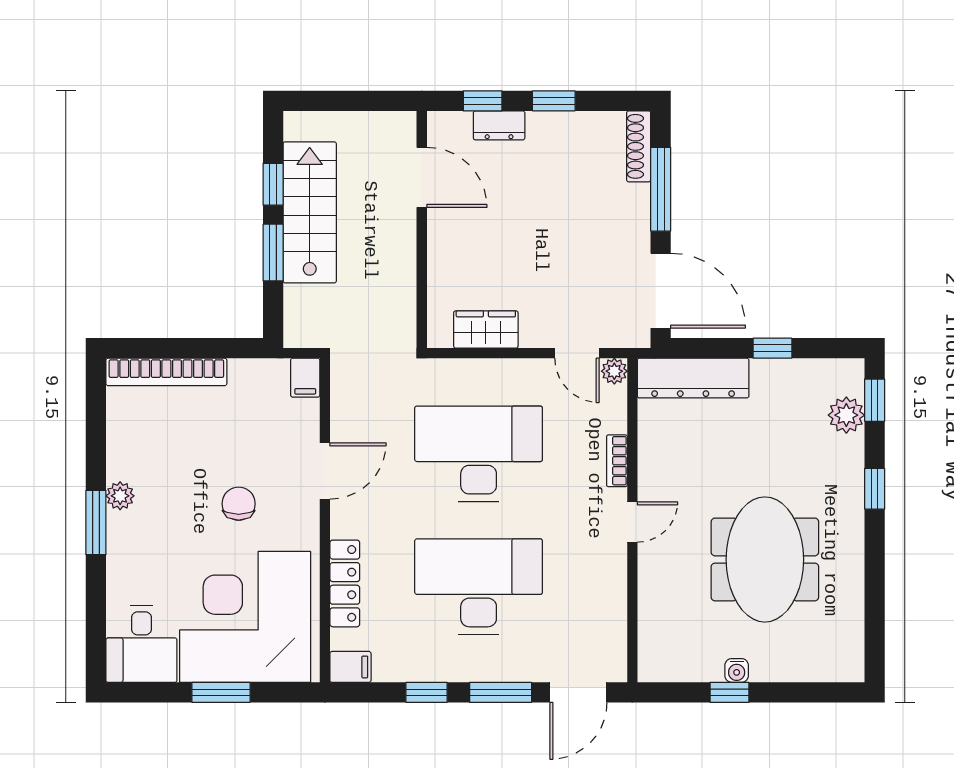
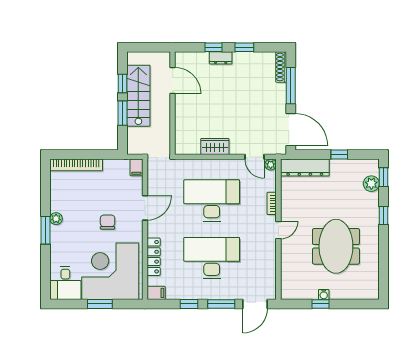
door: (422, 177) -> (173, 80), moved
wall: (422, 230) -> (173, 103), moved

